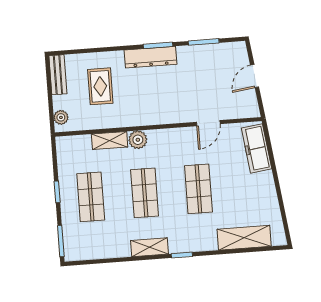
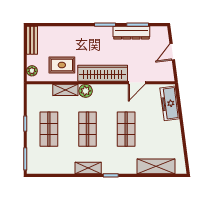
dresser: (151, 57) -> (131, 33), moved
rug: (100, 86) -> (62, 65), moved, turned 90
wardrobe: (160, 113) -> (103, 73), added

